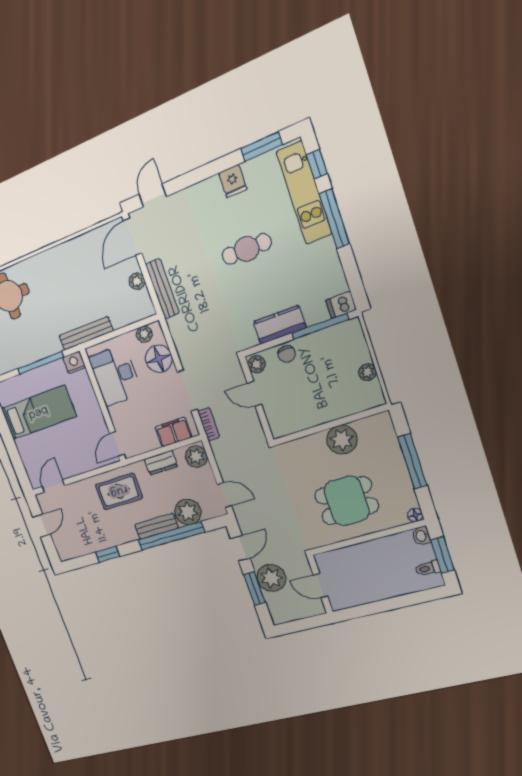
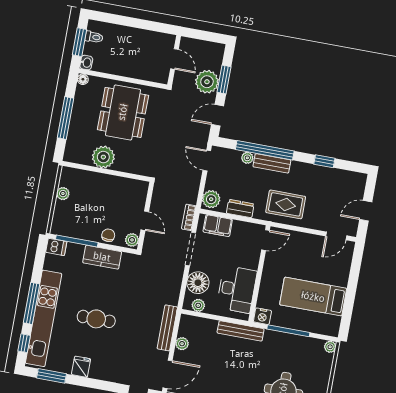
kitchen unit: (304, 193) -> (44, 318), width x1.36
dining table: (347, 501) -> (123, 112), width x1.37
plant: (188, 512) -> (247, 158), width x0.53, depth x0.53

